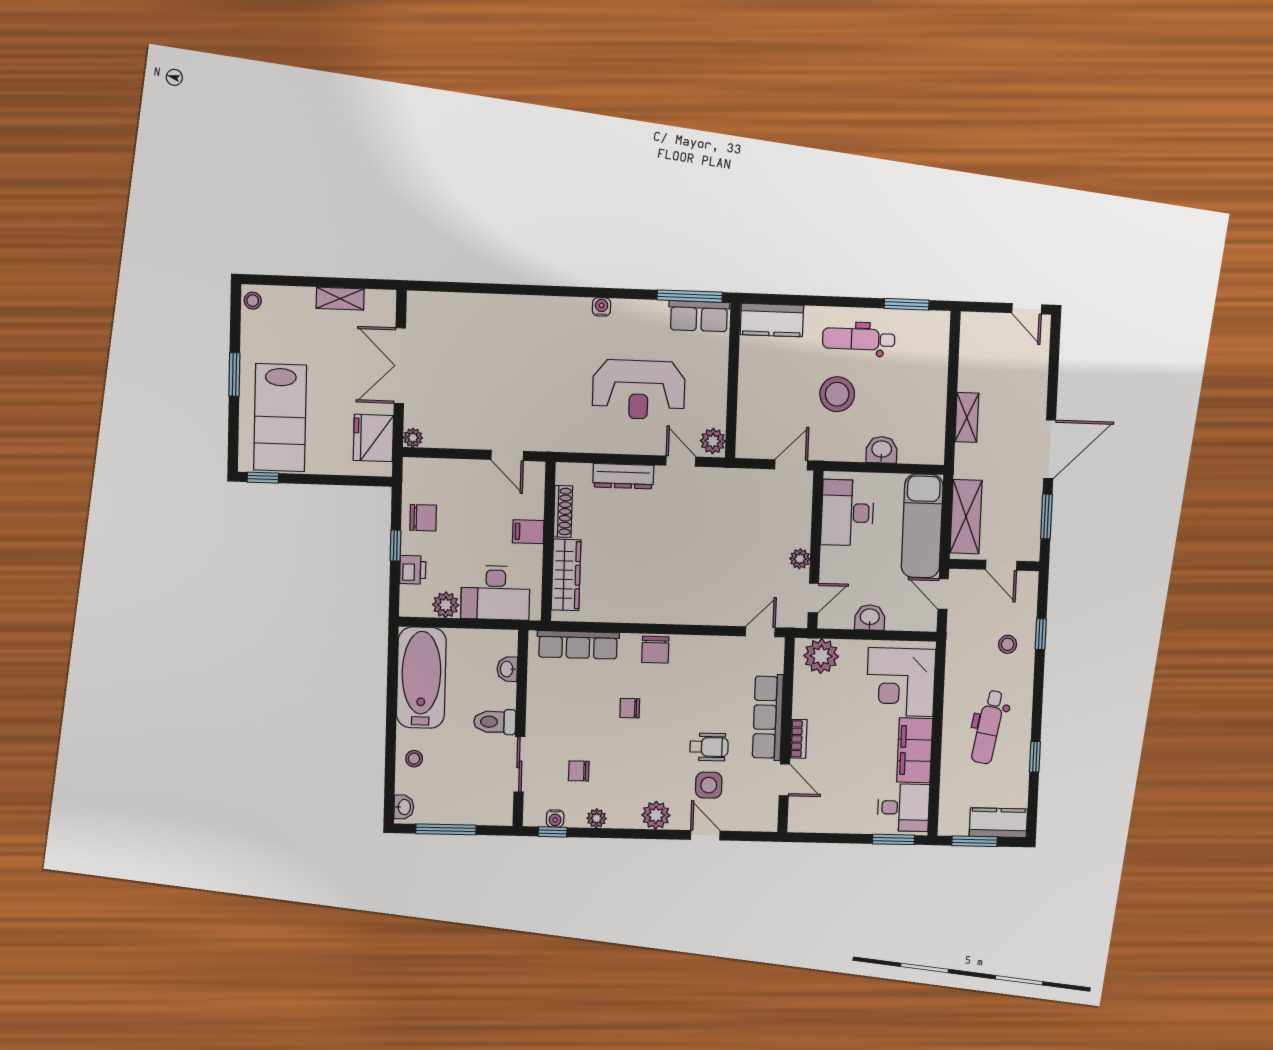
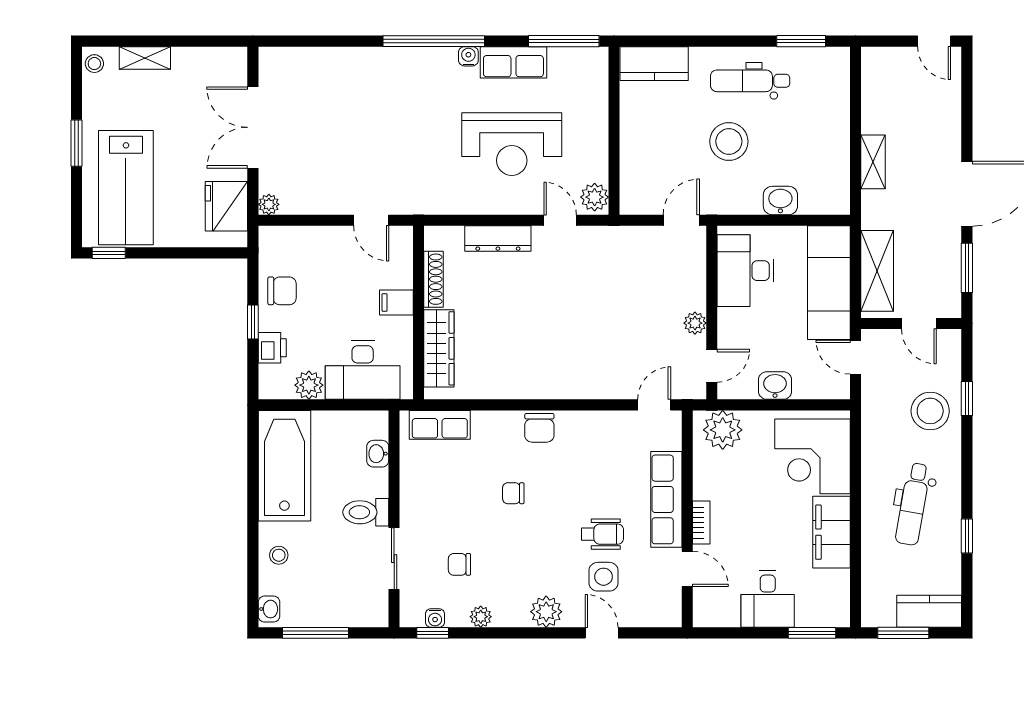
window: (570, 292) -> (434, 41), added
shelving: (340, 299) -> (145, 58), moved
row of seats: (699, 316) -> (513, 62), moved
stool: (1008, 644) -> (930, 411), width x1.89, depth x1.89
row of seats: (578, 645) -> (440, 425), width x0.68
desk: (903, 808) -> (768, 599), moved, turned 90

